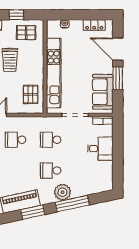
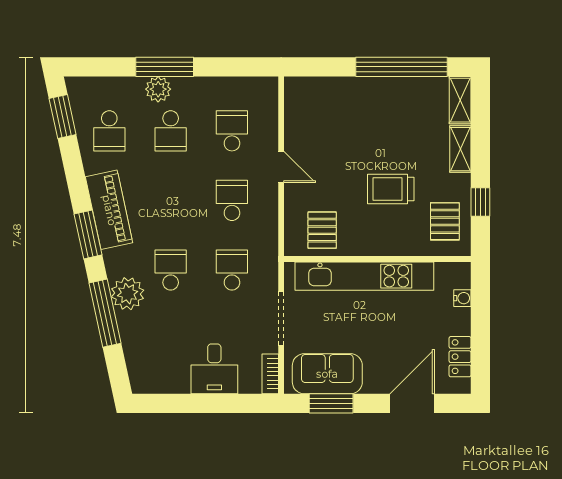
window: (118, 78) -> (331, 403), moved
pallet: (31, 94) -> (322, 230), turned 90

